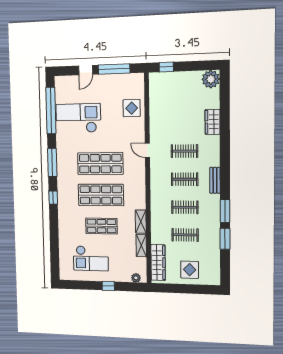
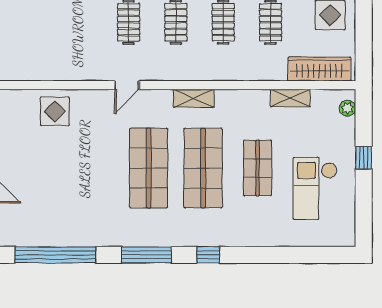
checkout: (78, 118) -> (70, 206), removed
shelving: (141, 222) -> (194, 98), moved
checkout: (91, 258) -> (315, 188), turned 180

